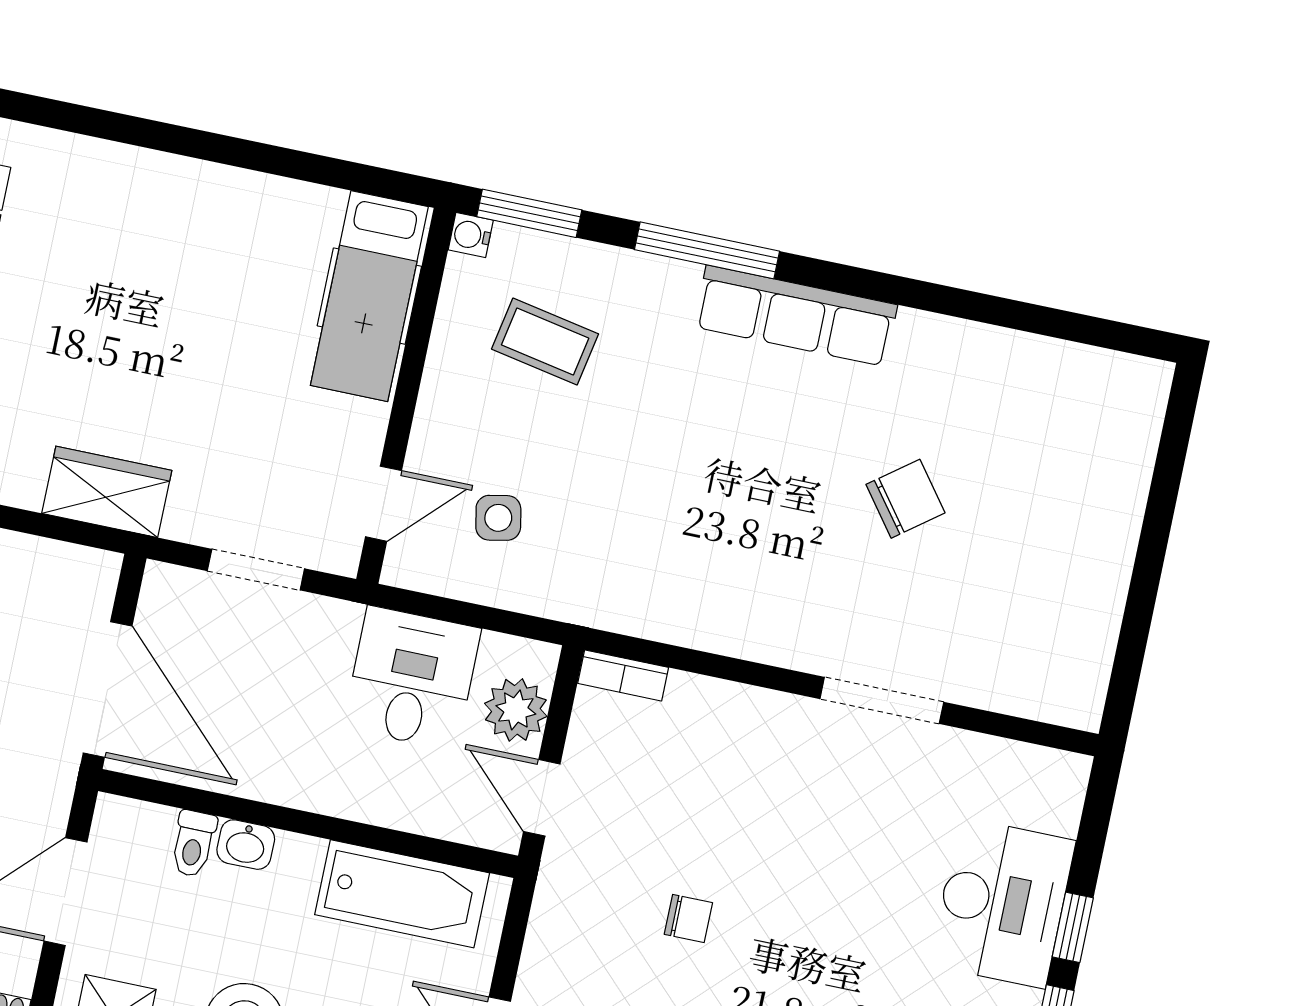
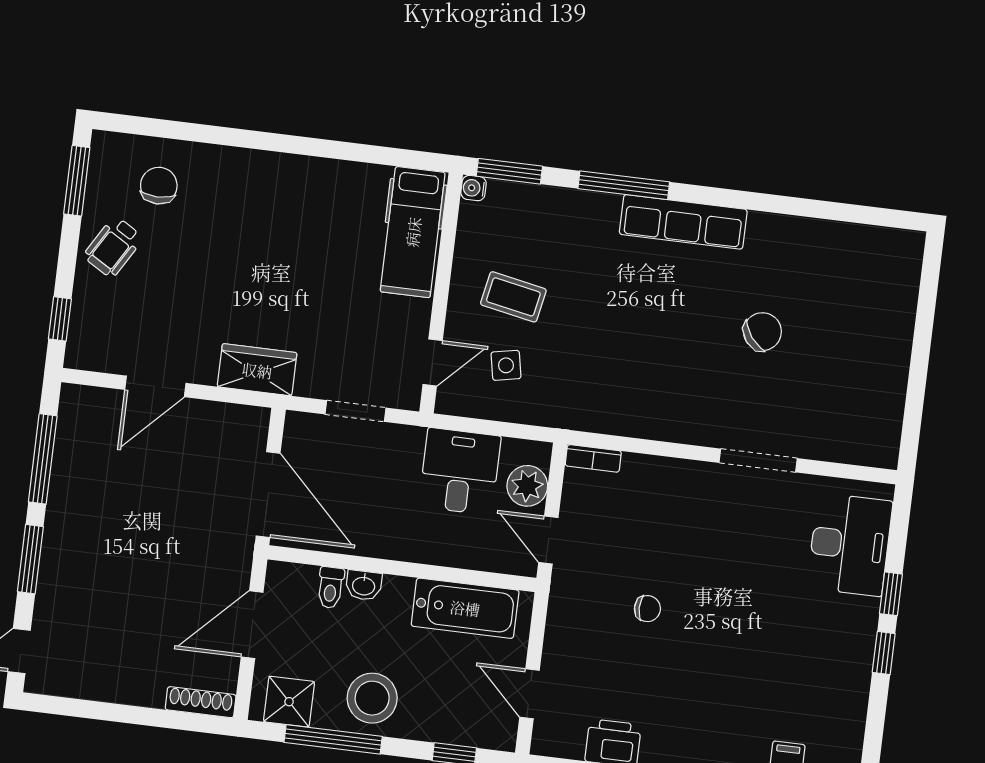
coffee table: (545, 342) -> (513, 297), moved
desk: (1002, 903) -> (850, 545), moved

